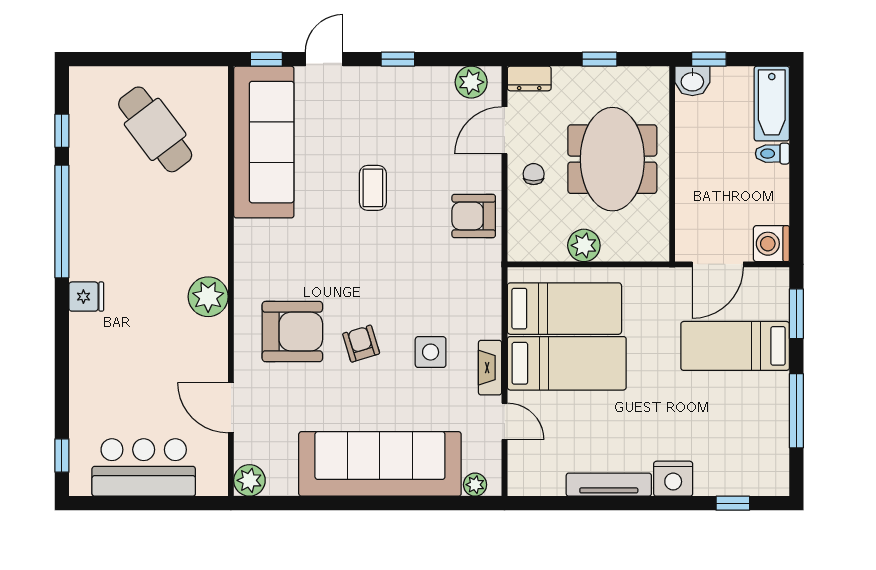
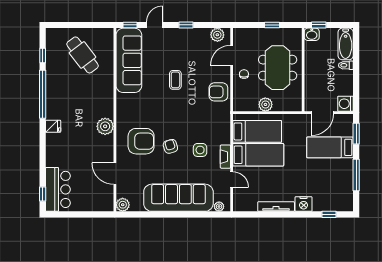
dresser: (529, 78) -> (242, 33), removed
bar counter: (144, 467) -> (58, 189), moved, turned 90

